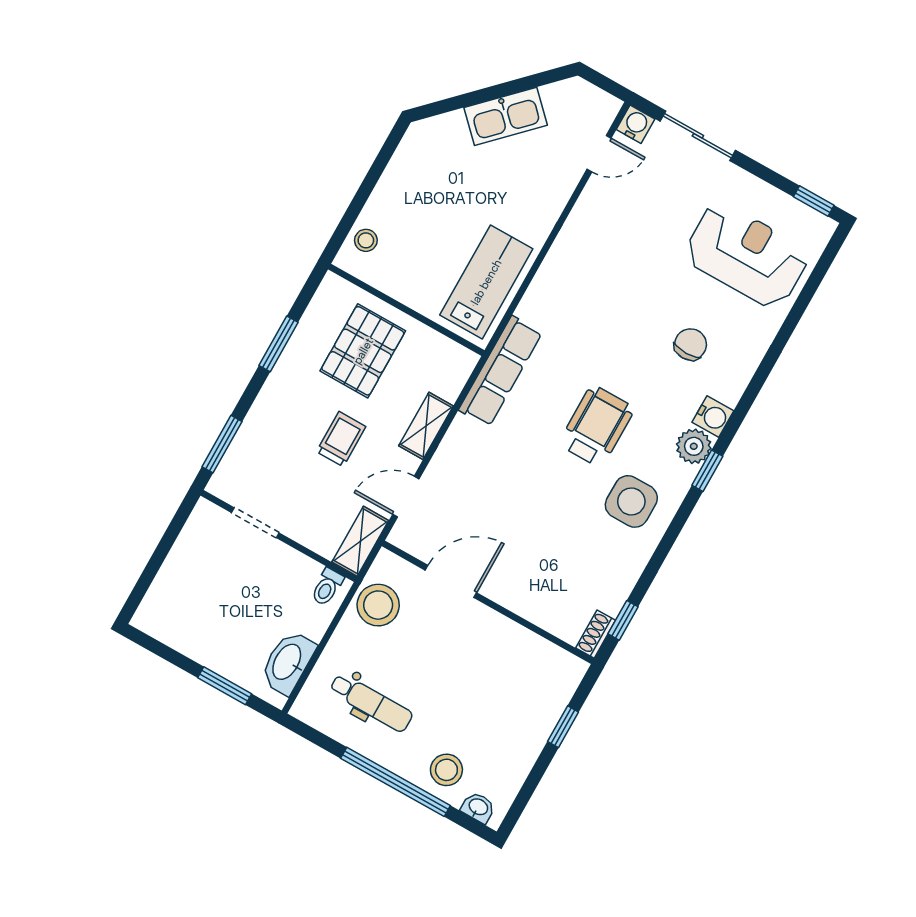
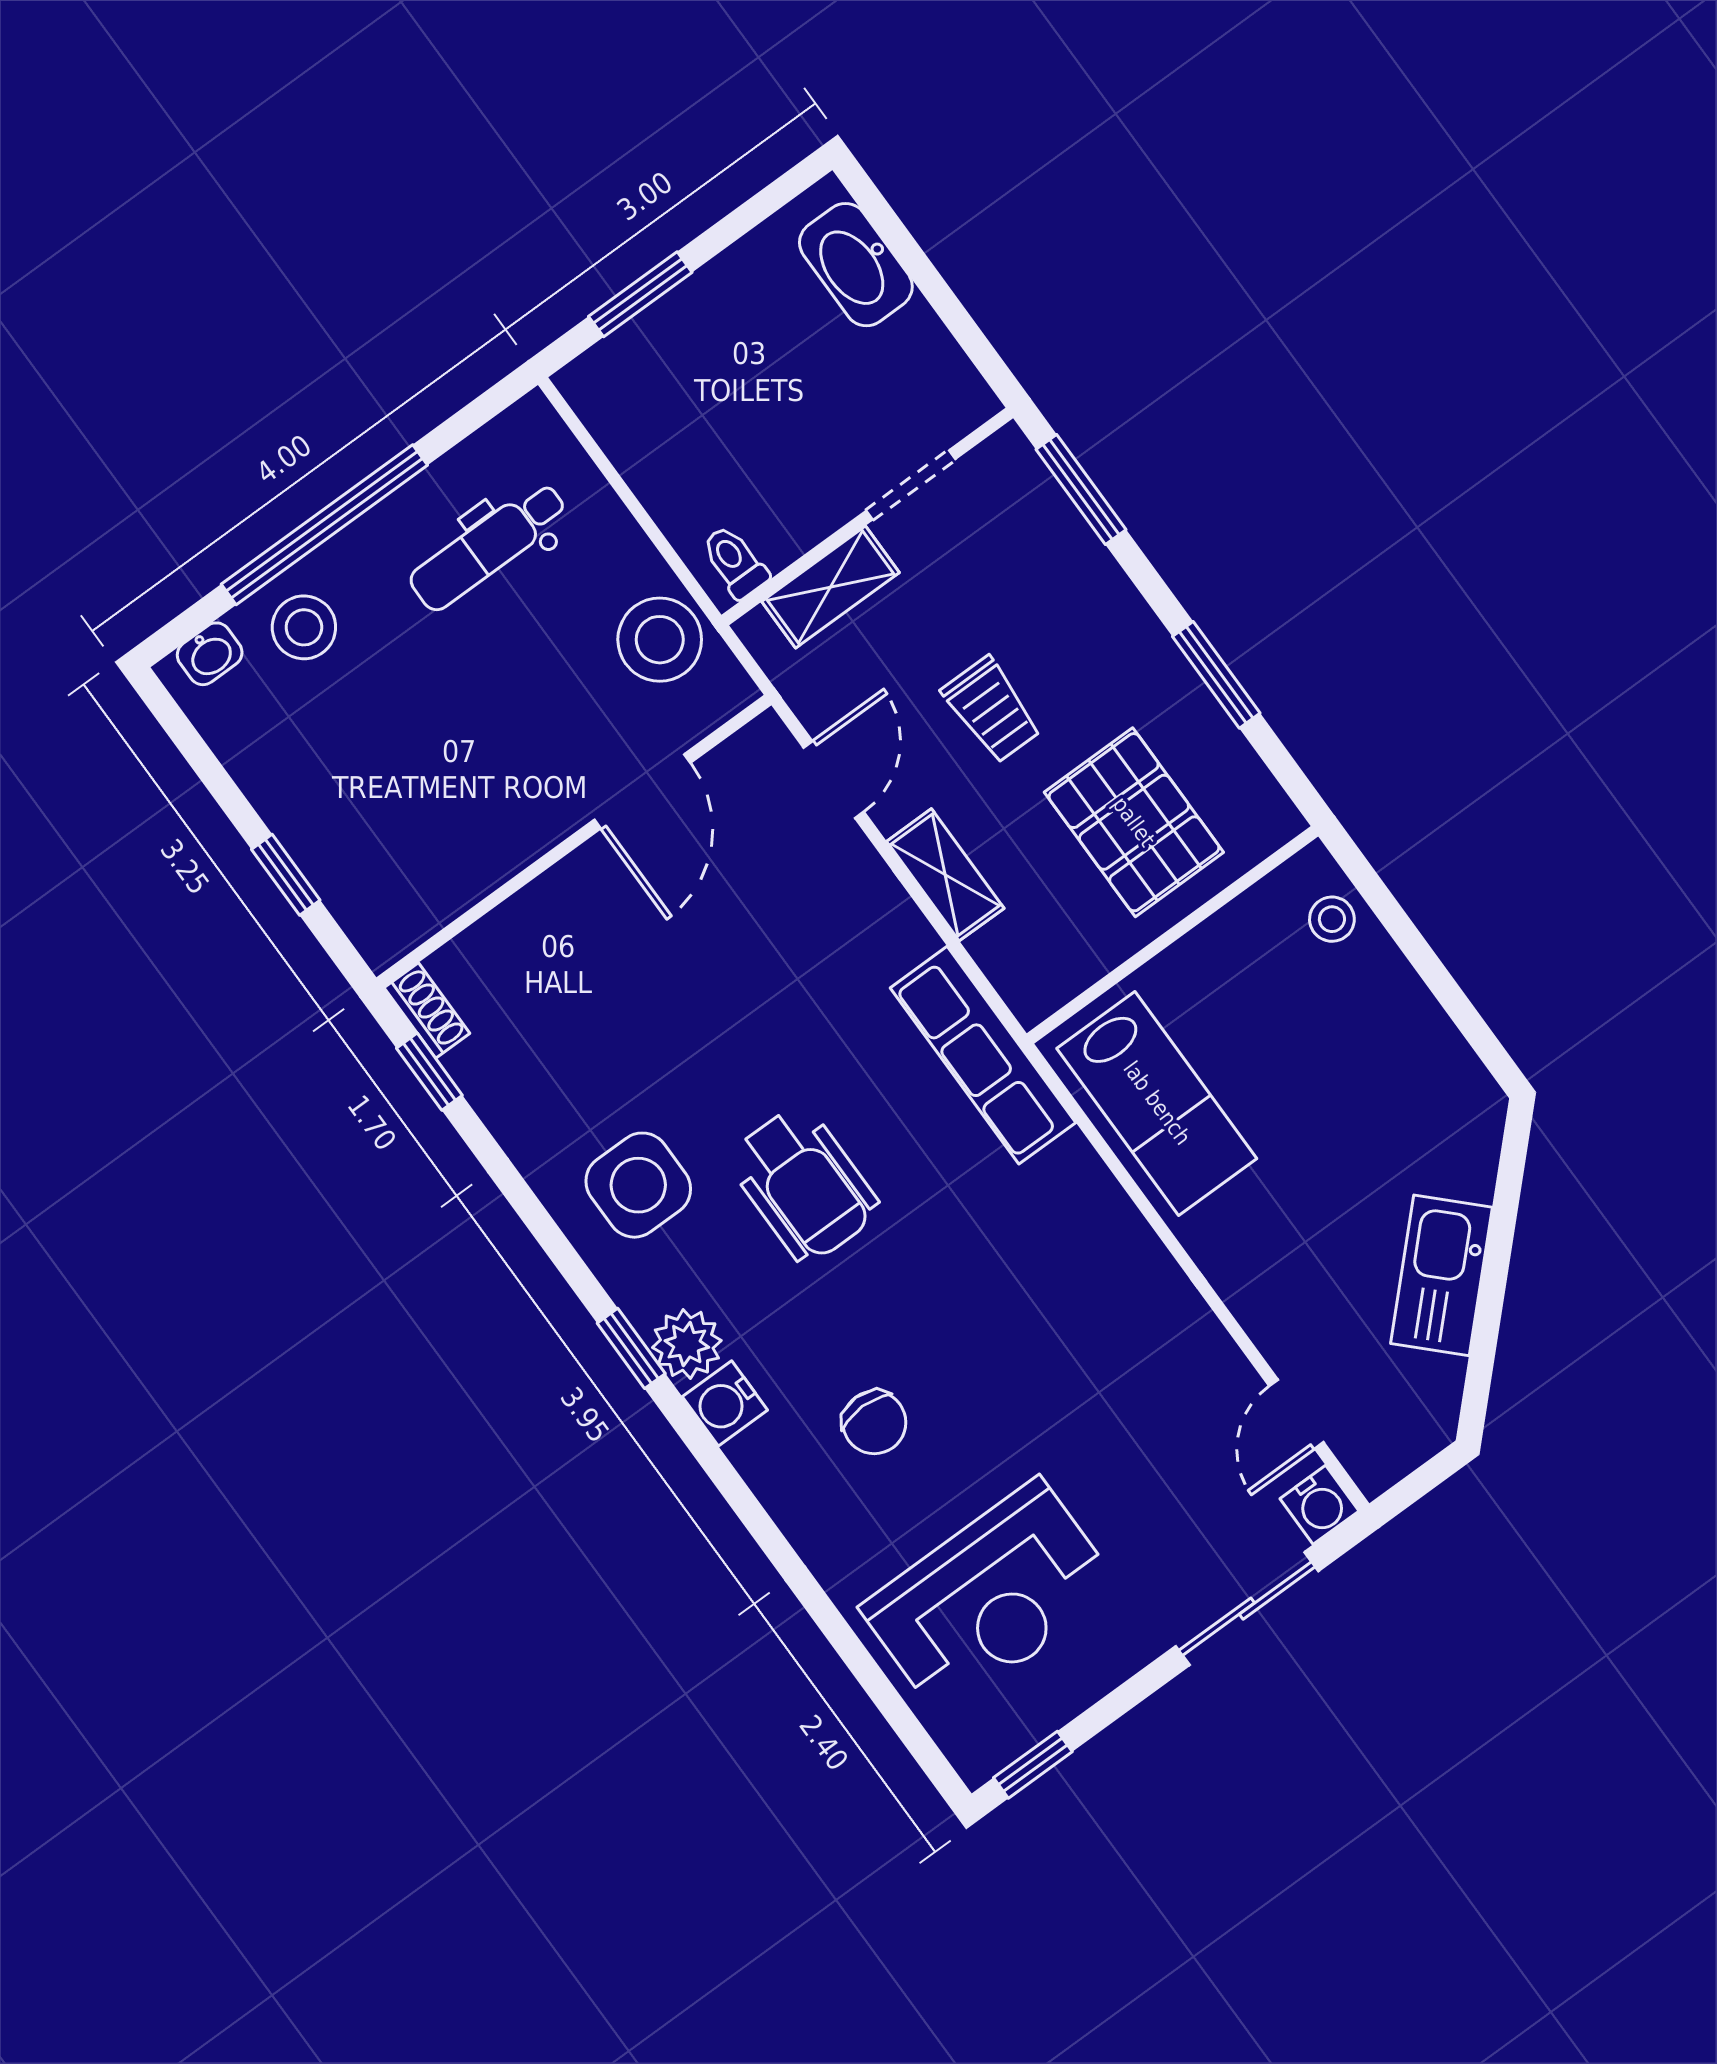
shelving: (360, 541) -> (831, 587), moved, turned 90
washbasin: (288, 662) -> (856, 265), moved, turned 180

